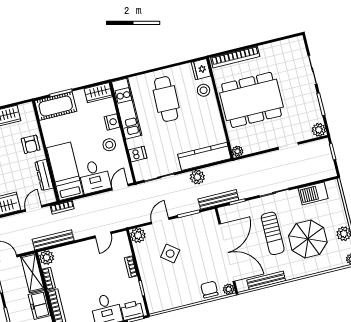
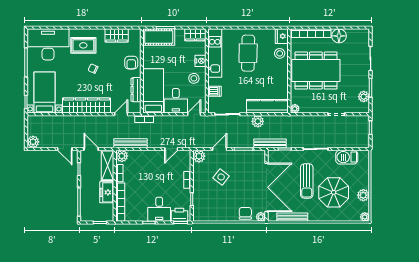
floor lamp: (269, 52) -> (339, 36), added
plant: (319, 130) -> (364, 97), moved

